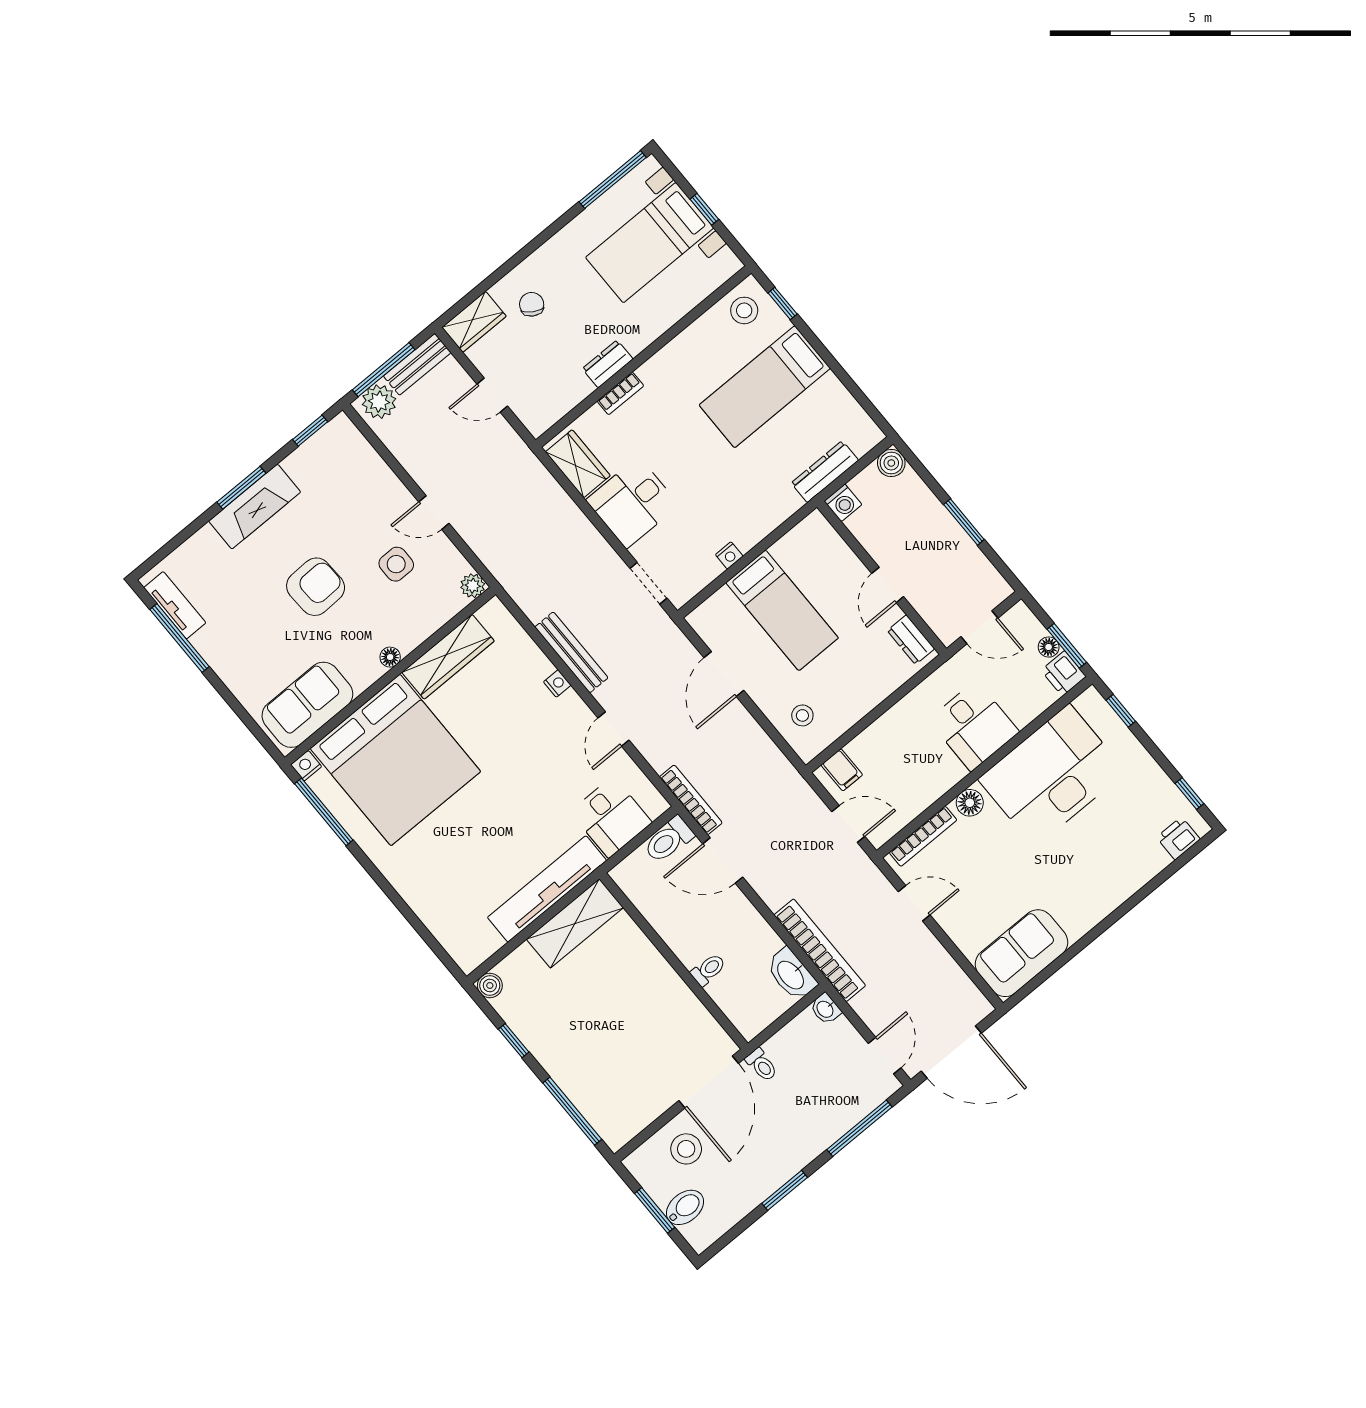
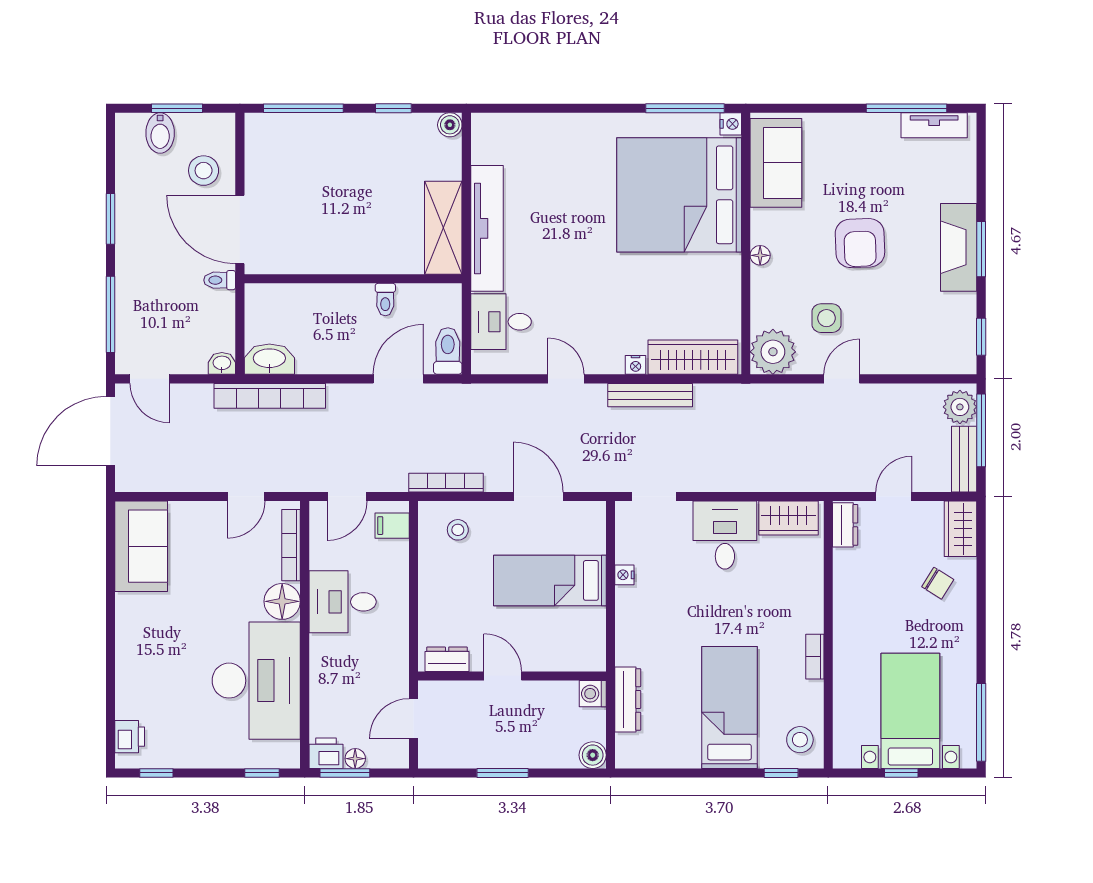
dresser: (608, 364) -> (845, 525), moved
bookcase: (620, 393) -> (815, 657), moved
plant: (473, 586) -> (773, 352), width x1.88, depth x1.88
wardrobe: (448, 657) -> (693, 357), moved, turned 90
desk: (974, 726) -> (343, 602), moved
bookcase: (691, 800) -> (446, 483), moved, turned 180
floor lamp: (970, 803) -> (282, 601), width x1.38, depth x1.38
toilet: (708, 970) -> (385, 300), moved

